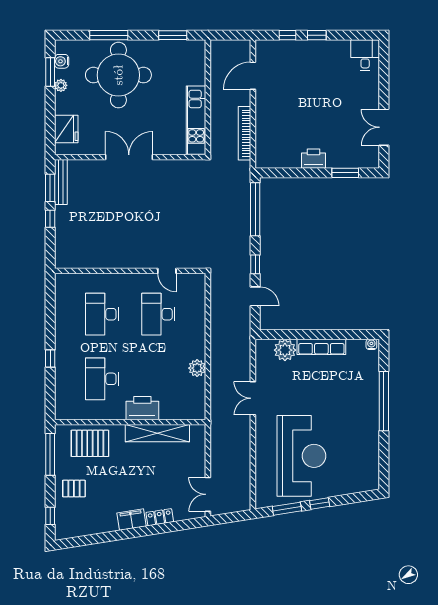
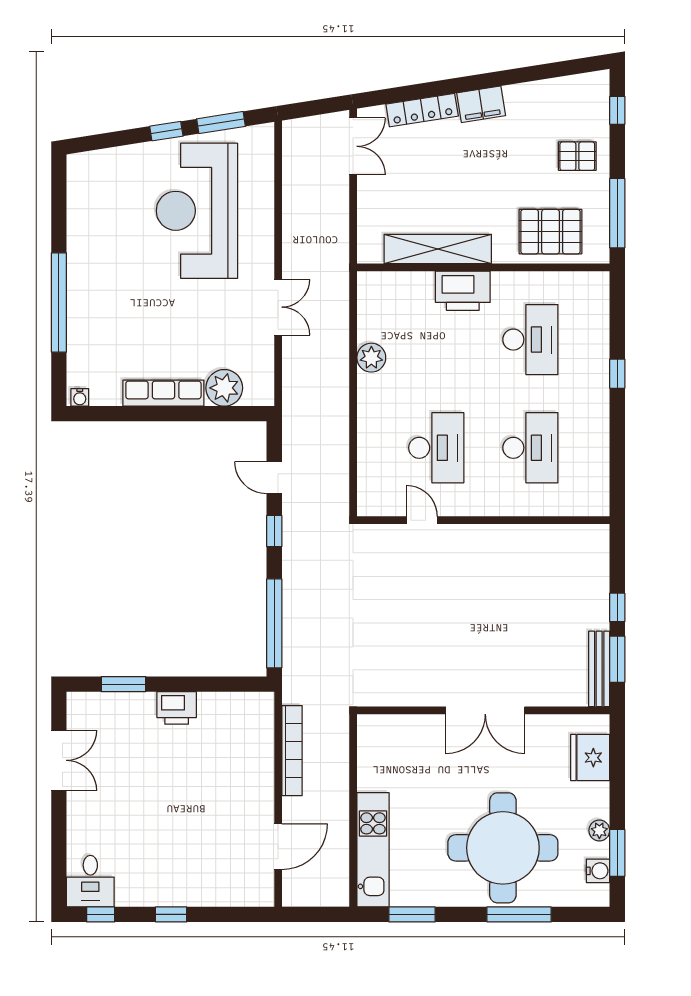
window: (287, 35) -> (101, 914), moved
kitchen unit: (196, 120) -> (373, 850), moved
locker: (160, 517) -> (422, 110), width x1.53

